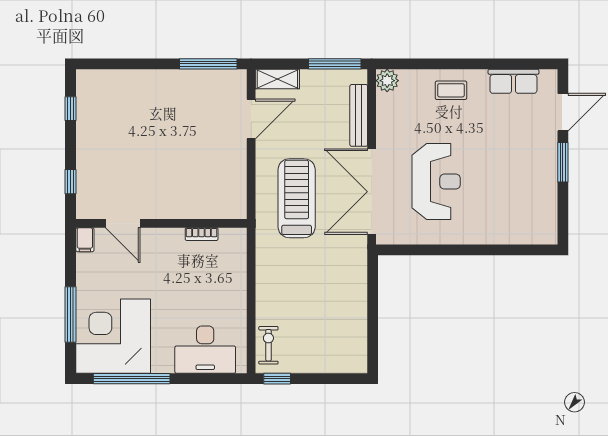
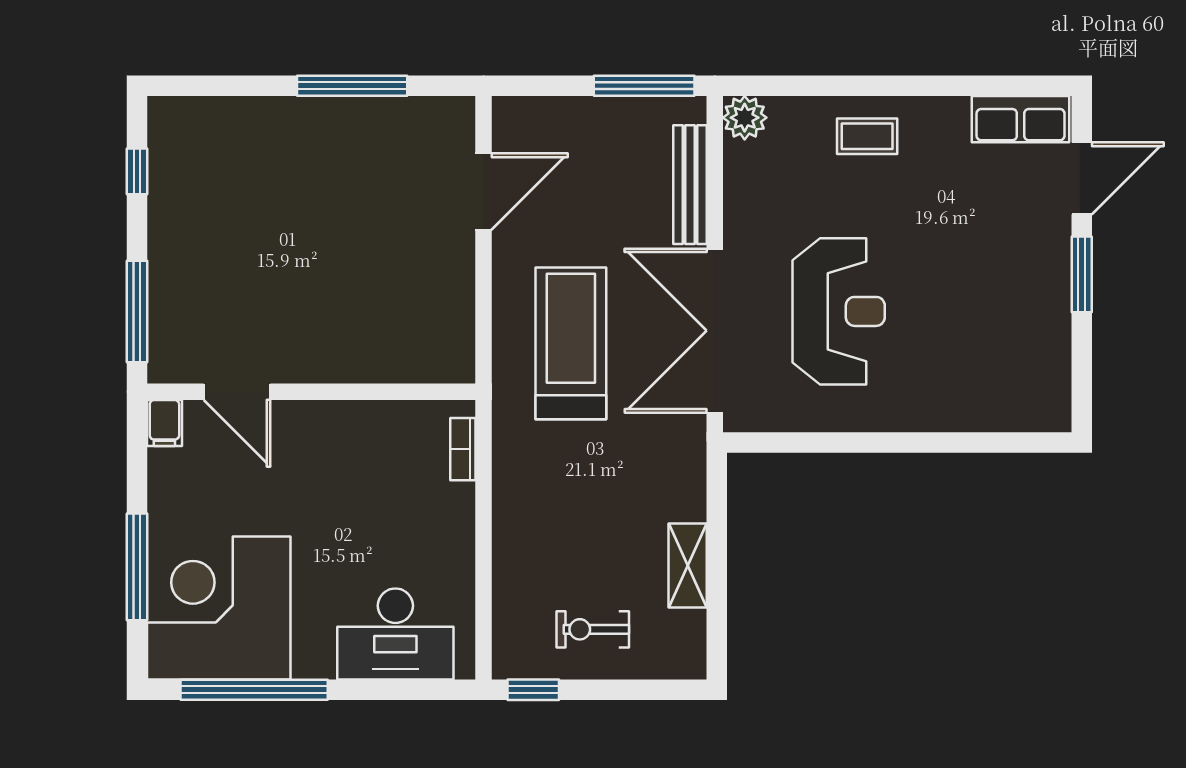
window: (208, 64) -> (352, 86), moved
shelving: (277, 79) -> (688, 565), moved, turned 90
row of seats: (513, 81) -> (1021, 119), moved
window: (71, 182) -> (137, 312), width x2.17
bookcase: (202, 234) -> (463, 449), moved, turned 90
exercise bike: (268, 345) -> (593, 629), moved, turned -90

